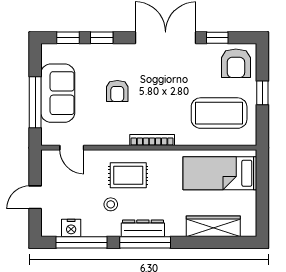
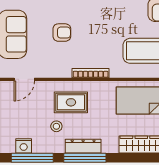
armchair: (117, 91) -> (62, 33), turned -90
door: (72, 148) -> (24, 79), hinge flipped

